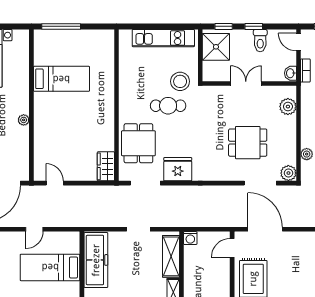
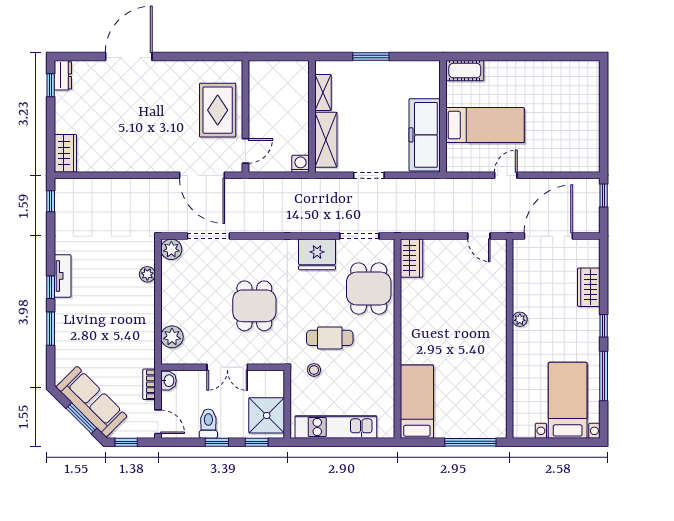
bed: (61, 79) -> (417, 402), moved, turned 90
stool: (180, 81) -> (314, 370), width x0.53, depth x0.53
dining table: (248, 143) -> (254, 306), moved, turned 90

